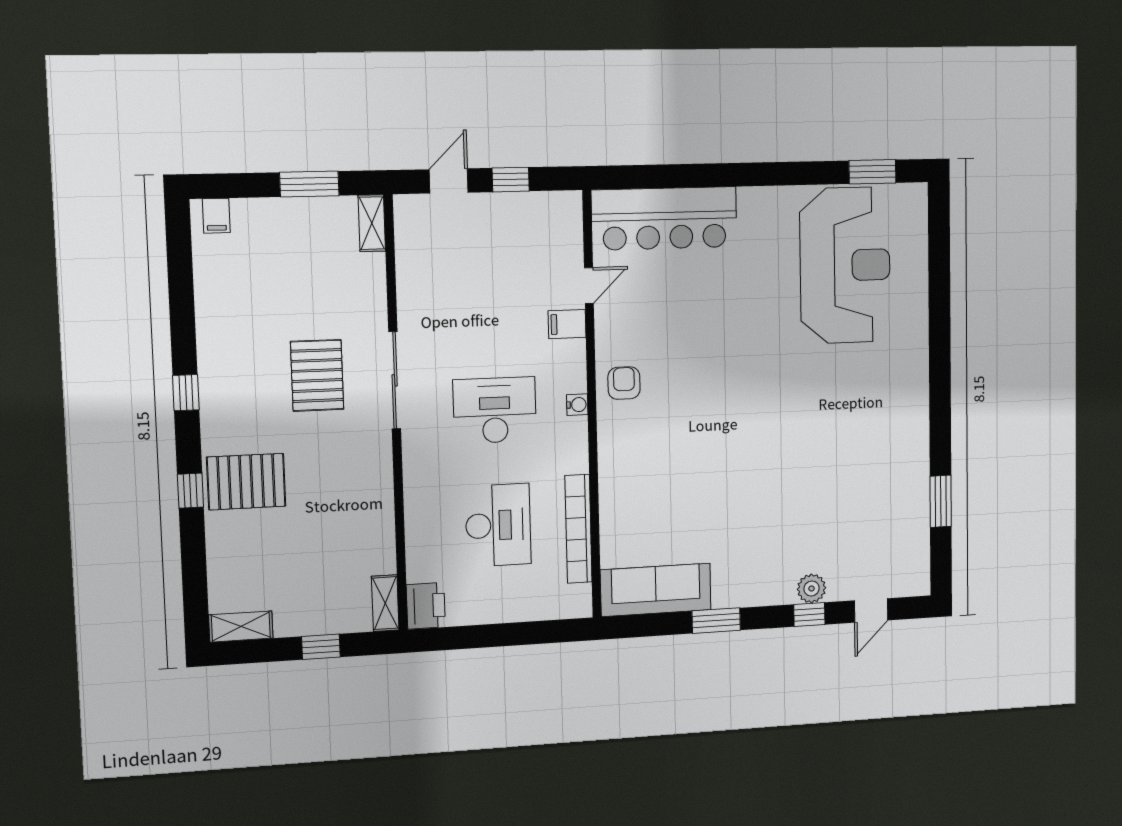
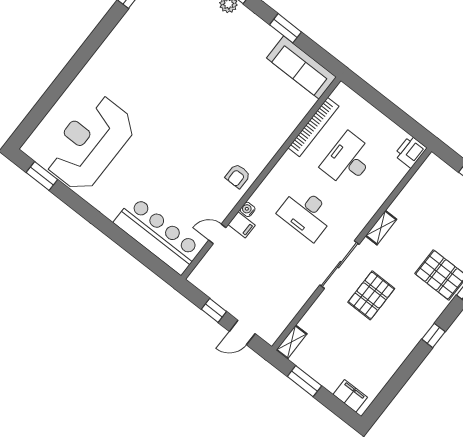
filing cabinet: (216, 216) -> (350, 396), width x2.00
water cooler: (577, 405) -> (248, 209), moved
shelving: (385, 603) -> (381, 228), moved

